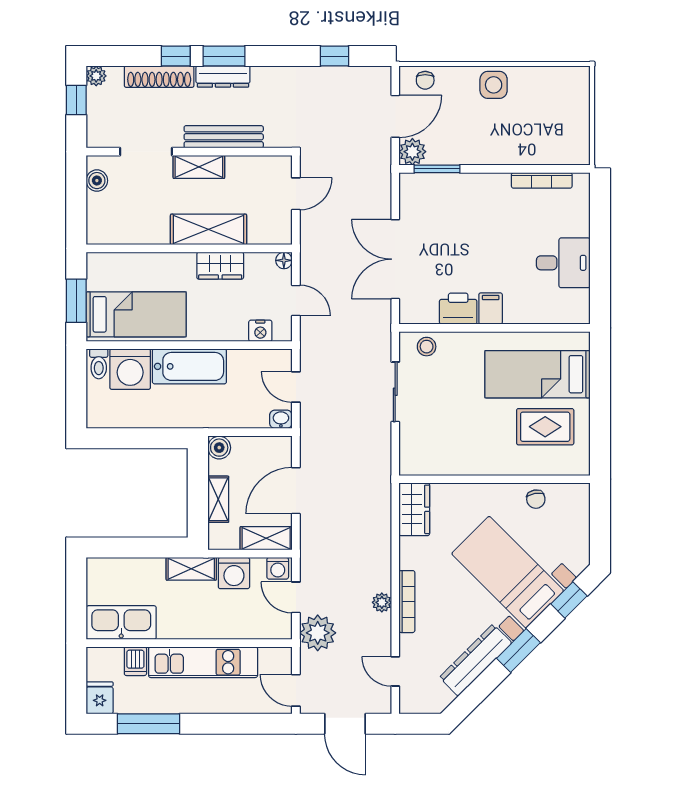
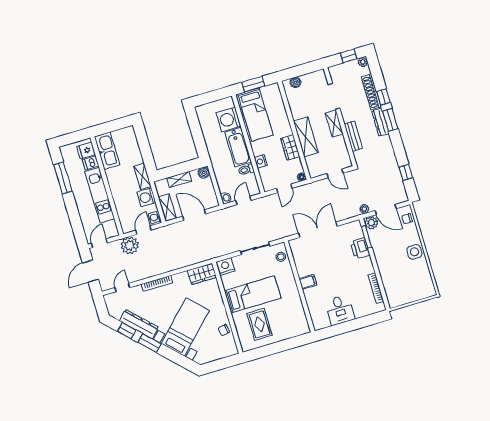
bench: (224, 137) -> (353, 136), width x0.73
boiler: (97, 181) -> (295, 82), moved
printer: (458, 309) -> (360, 248), moved, turned 180
nightstand: (260, 331) -> (261, 161), moved
toilet: (99, 364) -> (246, 170), moved
bed: (537, 374) -> (253, 294), moved, turned 90
nightstand: (413, 459) -> (225, 266), added
window: (569, 600) -> (127, 331), moved
plant: (382, 602) -> (364, 209), moved
fridge: (100, 698) -> (86, 151), moved, turned 180

